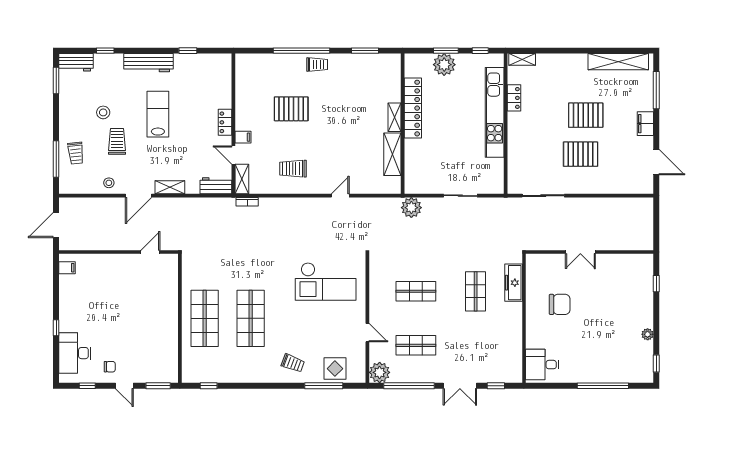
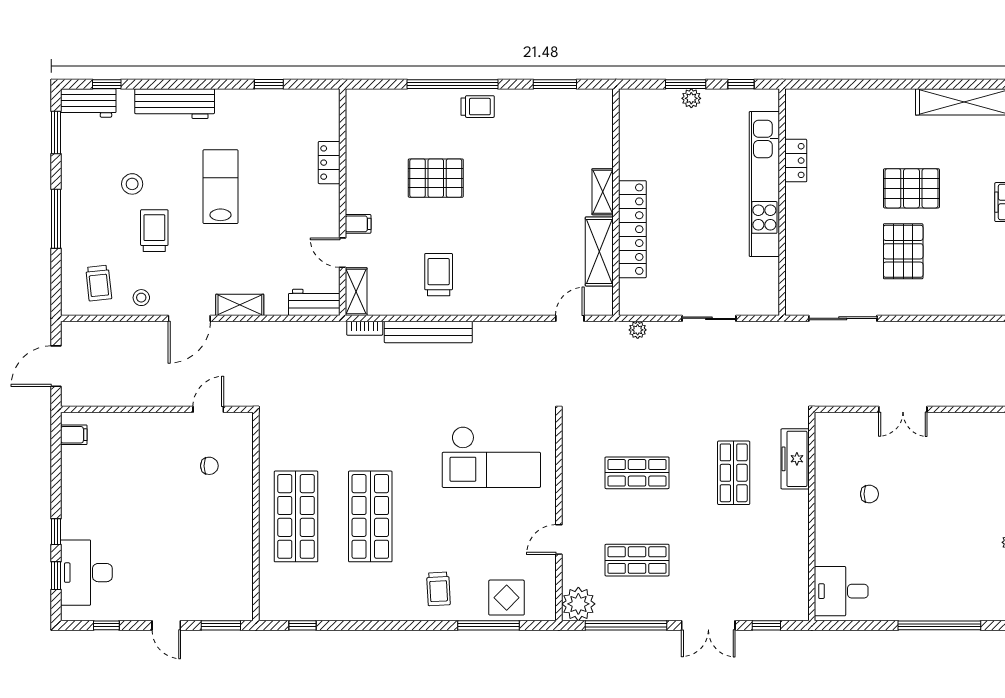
window: (105, 51) -> (107, 84), moved
shelving: (522, 59) -> (809, 98), removed
workbench: (149, 63) -> (175, 104), moved
plant: (444, 65) -> (691, 98), width x0.53, depth x0.53
locker: (413, 108) -> (632, 229), moved
locker: (225, 122) -> (329, 163), moved
trolley: (76, 153) -> (99, 283), moved
pallet: (581, 154) -> (903, 251), turned 90
window: (56, 159) -> (56, 219), moved
trolley: (293, 169) -> (439, 275), turned 90
door: (340, 196) -> (570, 318), moved
bench: (287, 204) -> (428, 332), added
plant: (411, 208) -> (638, 330), width x0.53, depth x0.53
chair: (560, 304) -> (869, 494), width x0.54, depth x0.54
door: (367, 333) -> (559, 540), swing flipped
window: (56, 355) -> (56, 576), added
trolley: (293, 363) -> (438, 589), turned 66
chair: (110, 367) -> (209, 466), moved

